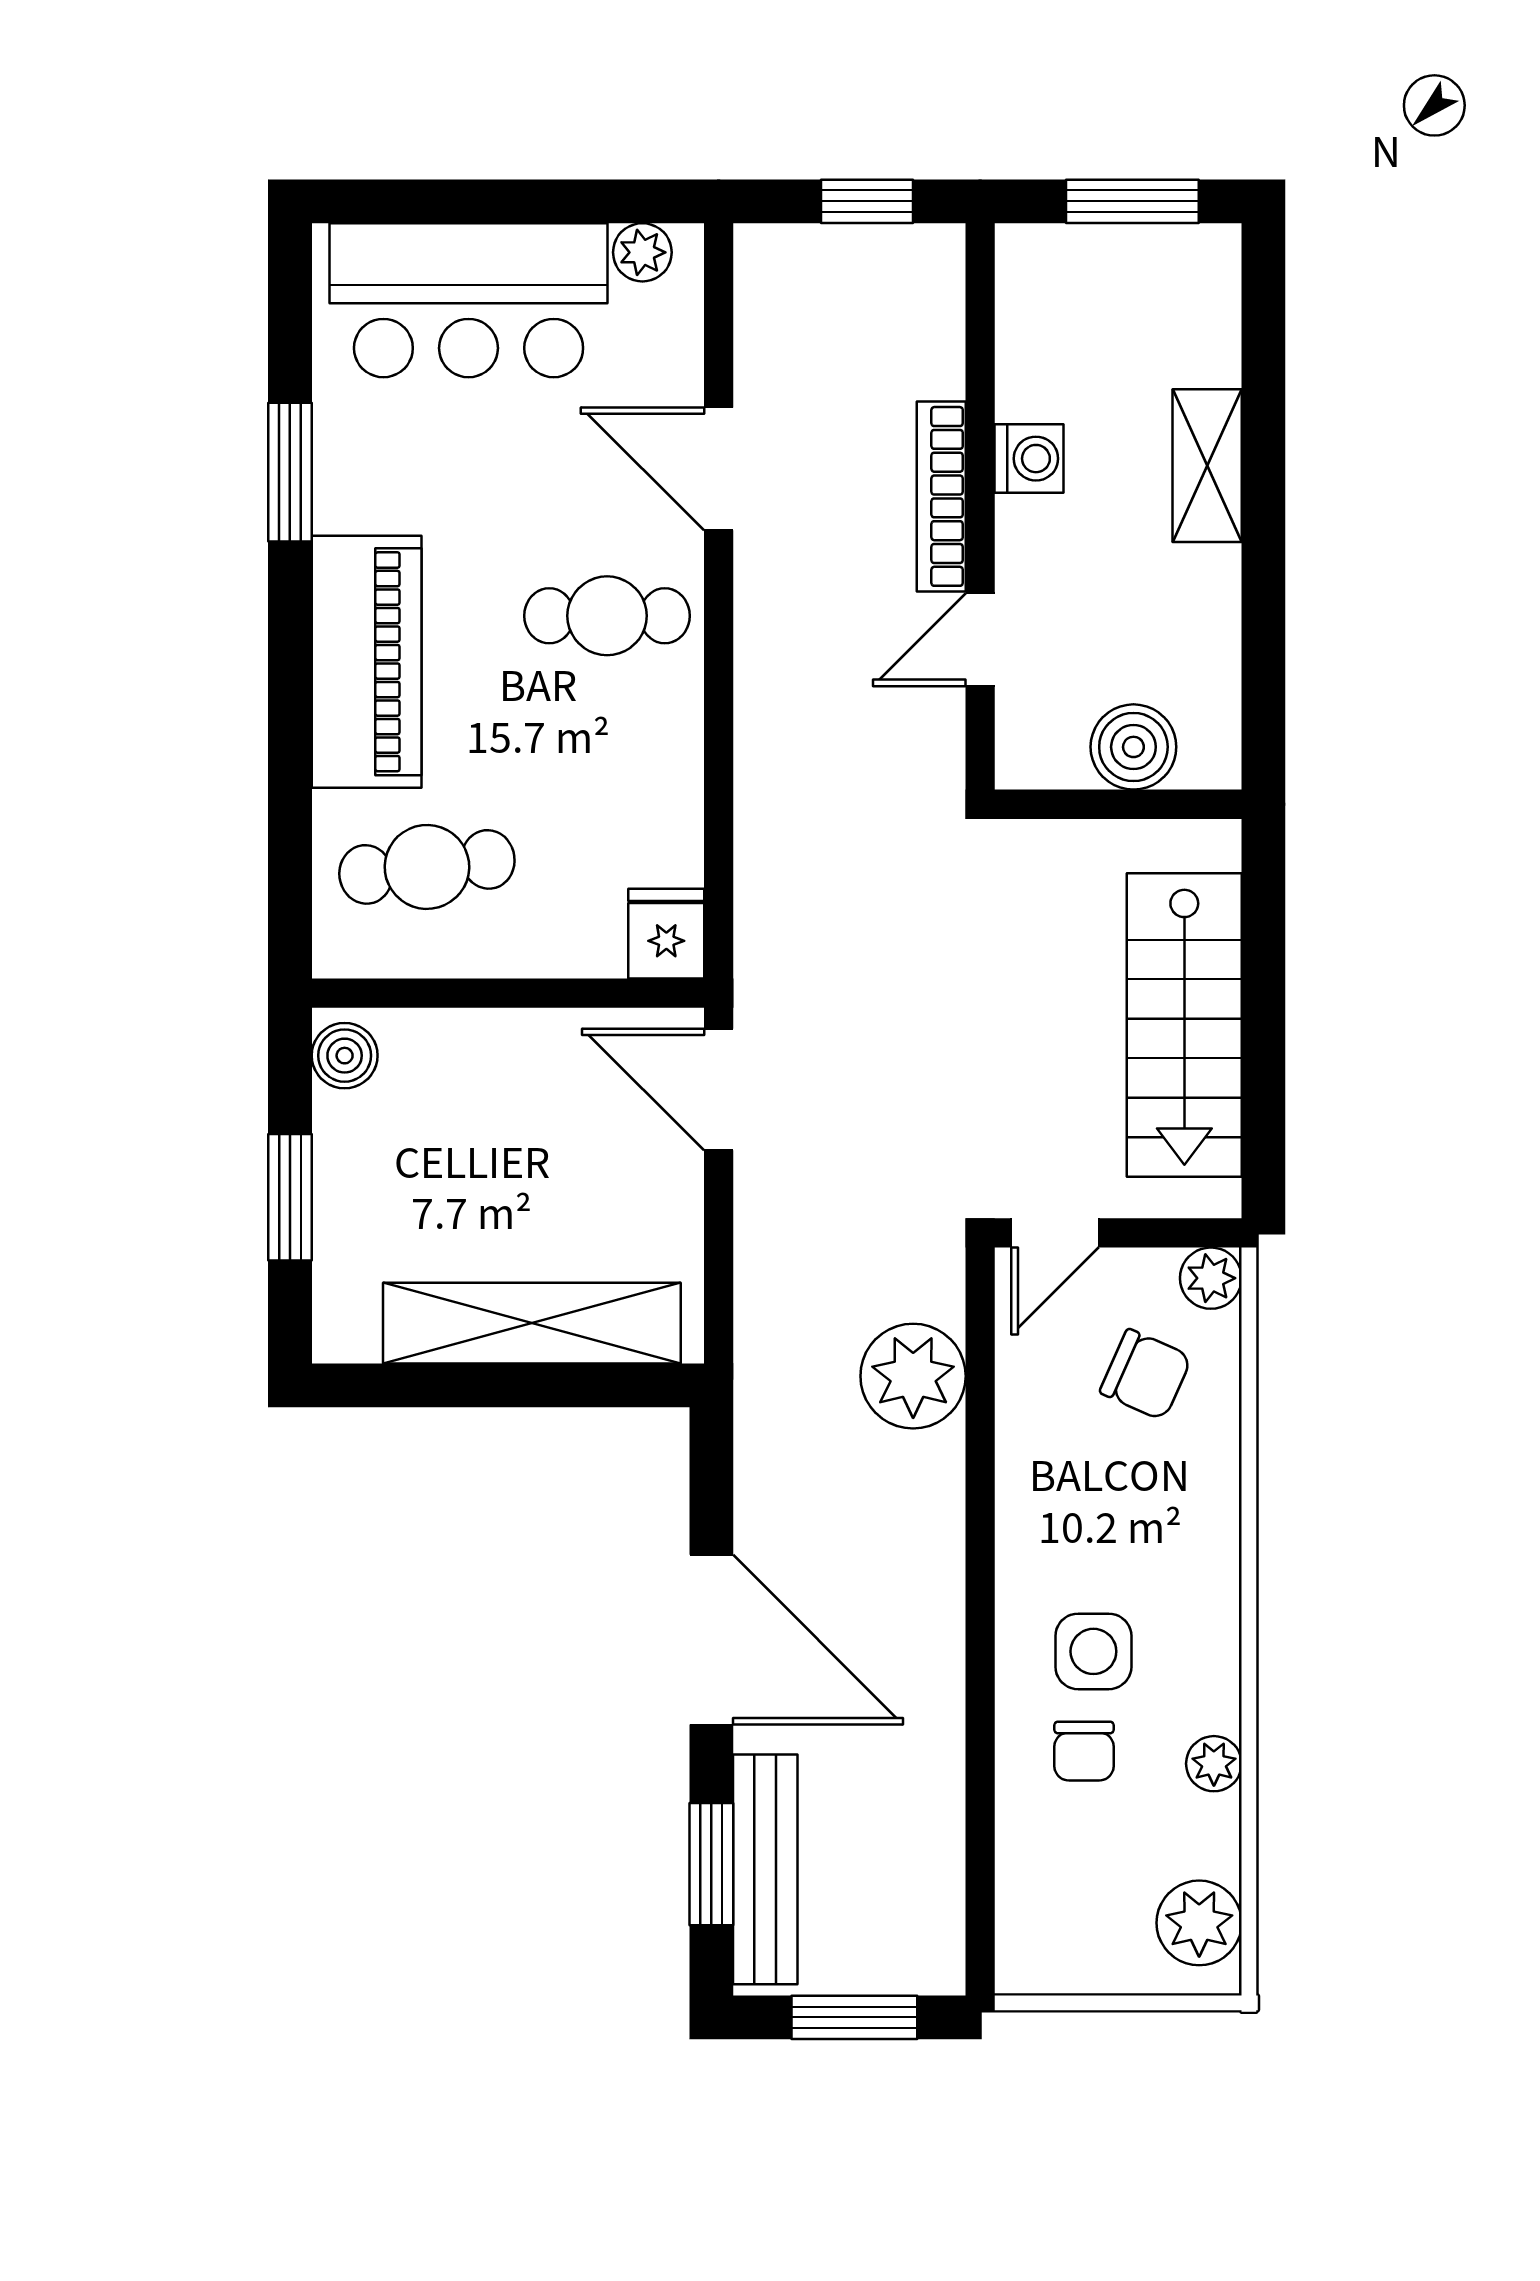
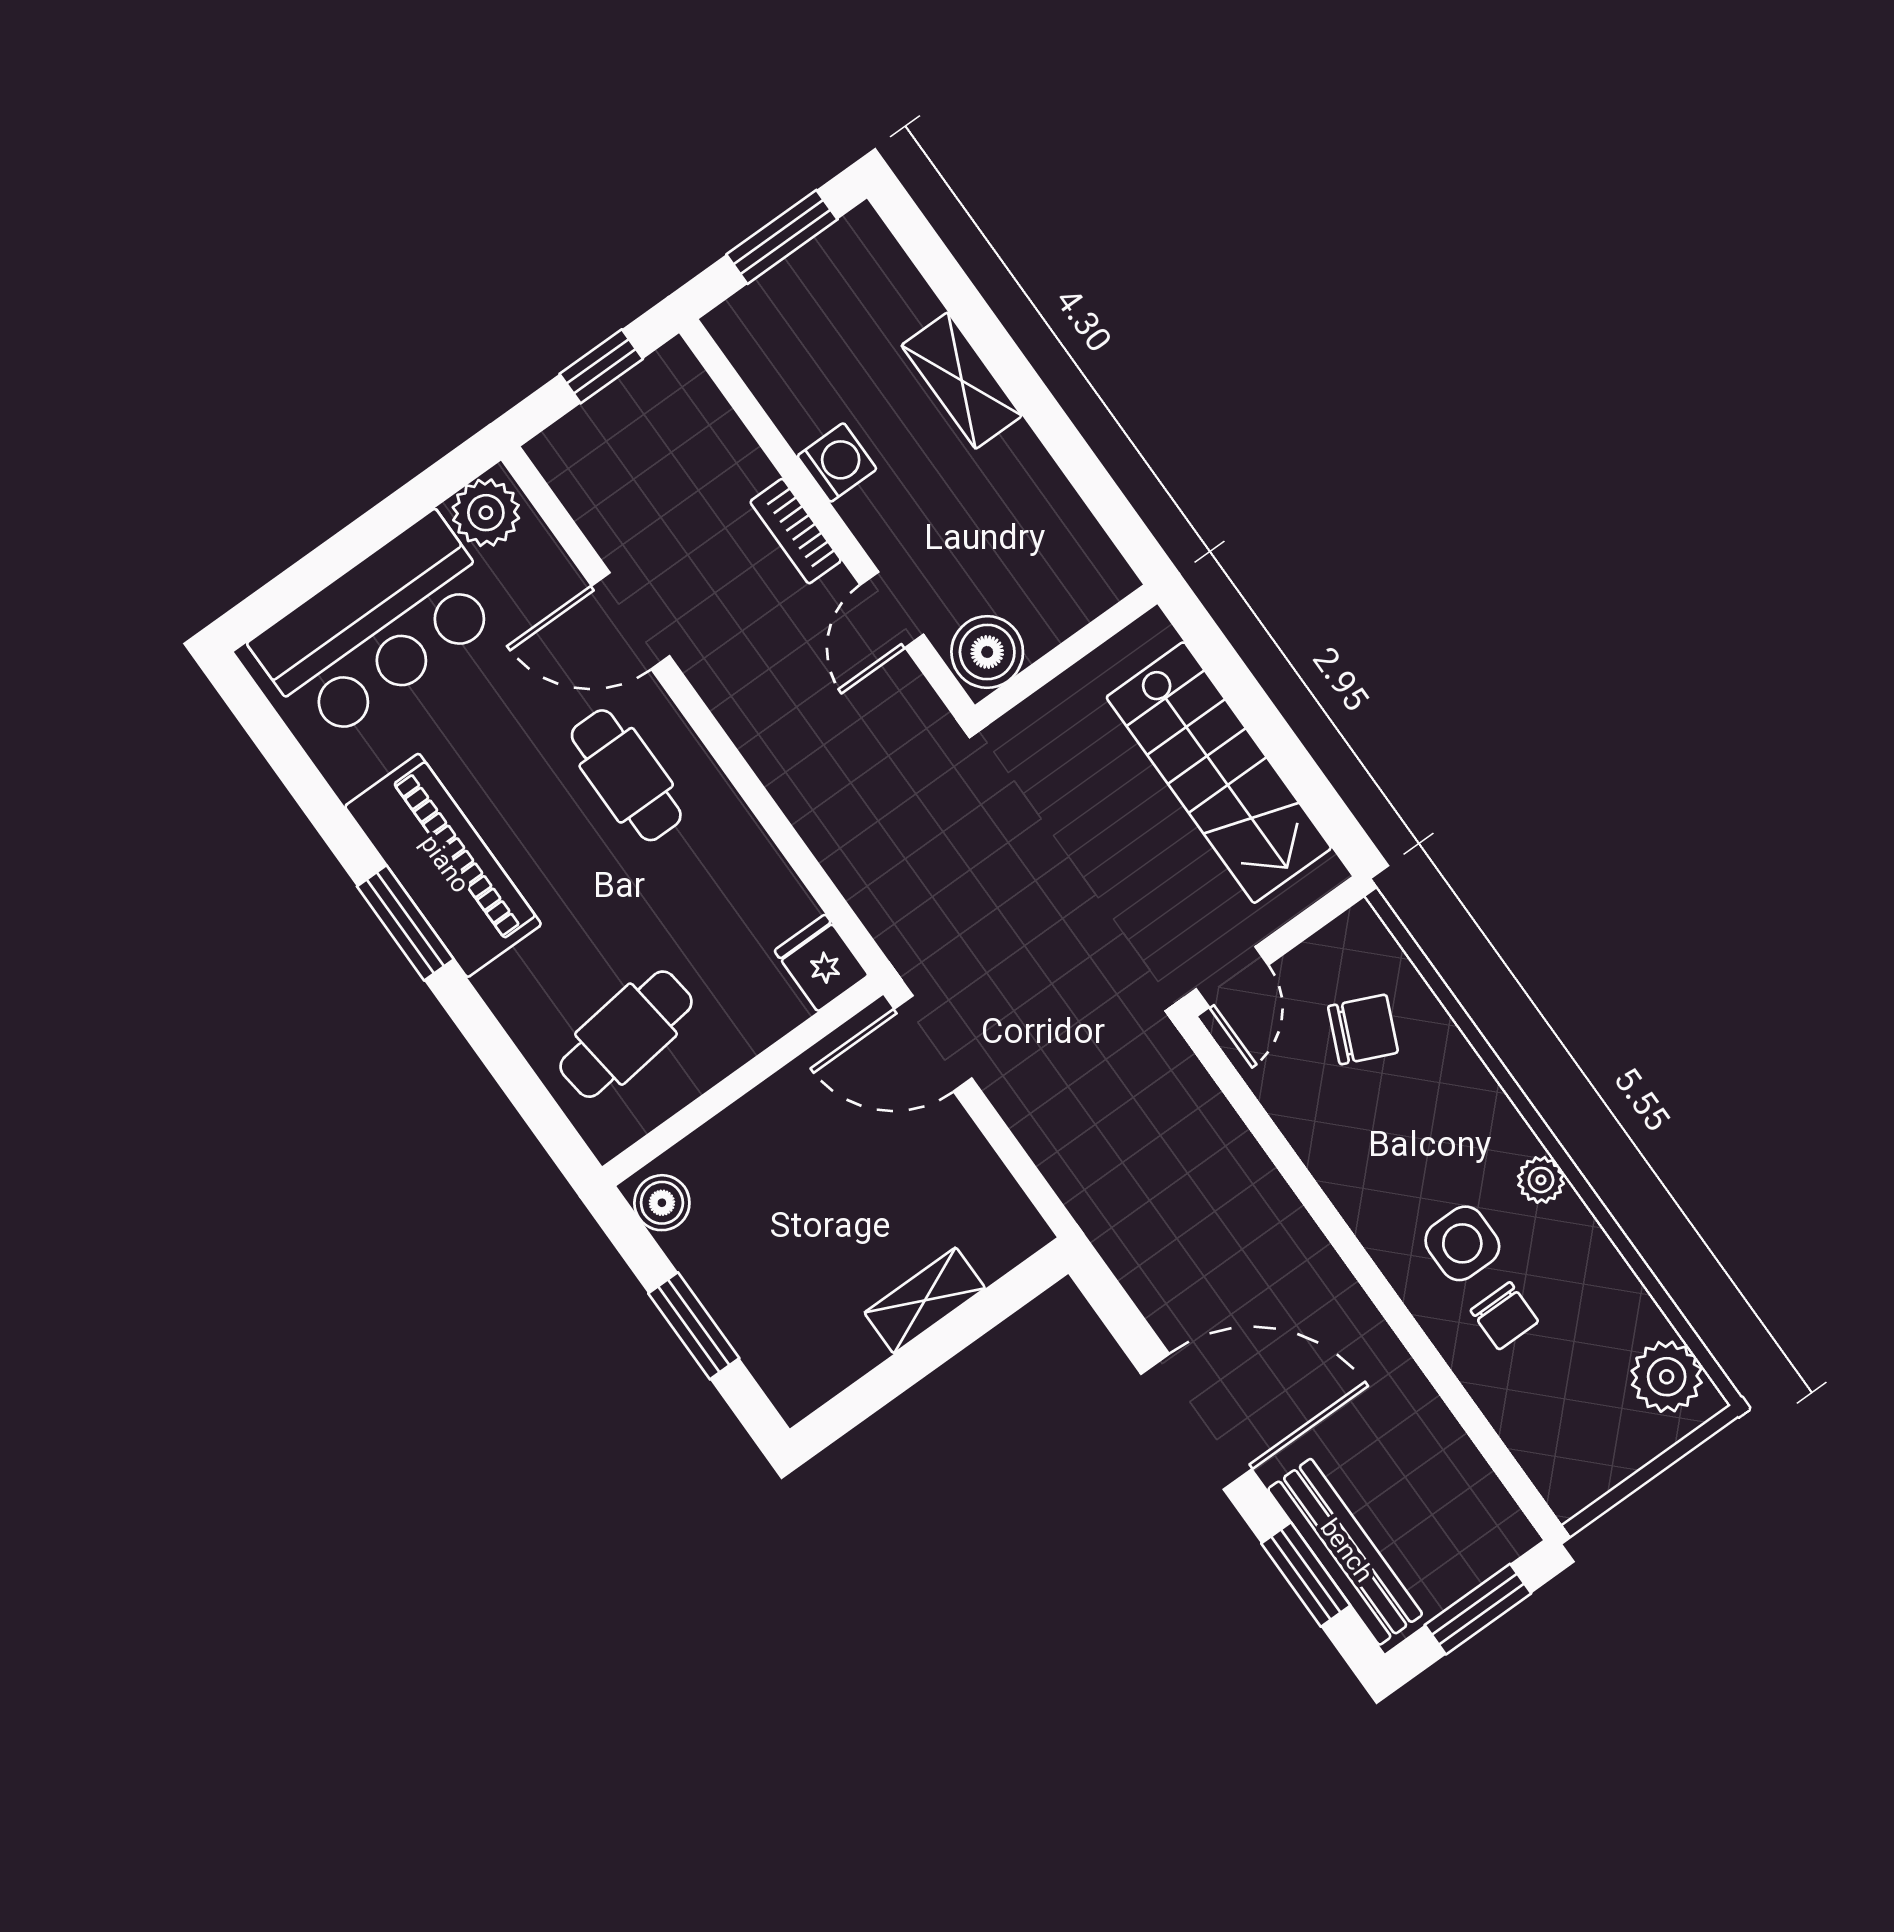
plant: (642, 252) -> (486, 513), width x1.38, depth x1.38
window: (290, 472) -> (405, 923), moved
bookcase: (941, 496) -> (796, 531), width x0.64
cafe table: (607, 616) -> (626, 775), turned 90
piano: (367, 662) -> (443, 865), moved
boiler: (1133, 747) -> (987, 652), moved
plant: (1211, 1278) -> (1360, 932), removed
shelving: (532, 1323) -> (925, 1300), width x0.45, depth x0.75
plant: (913, 1376) -> (1205, 1144), removed
plant: (1214, 1764) -> (1541, 1180), moved

